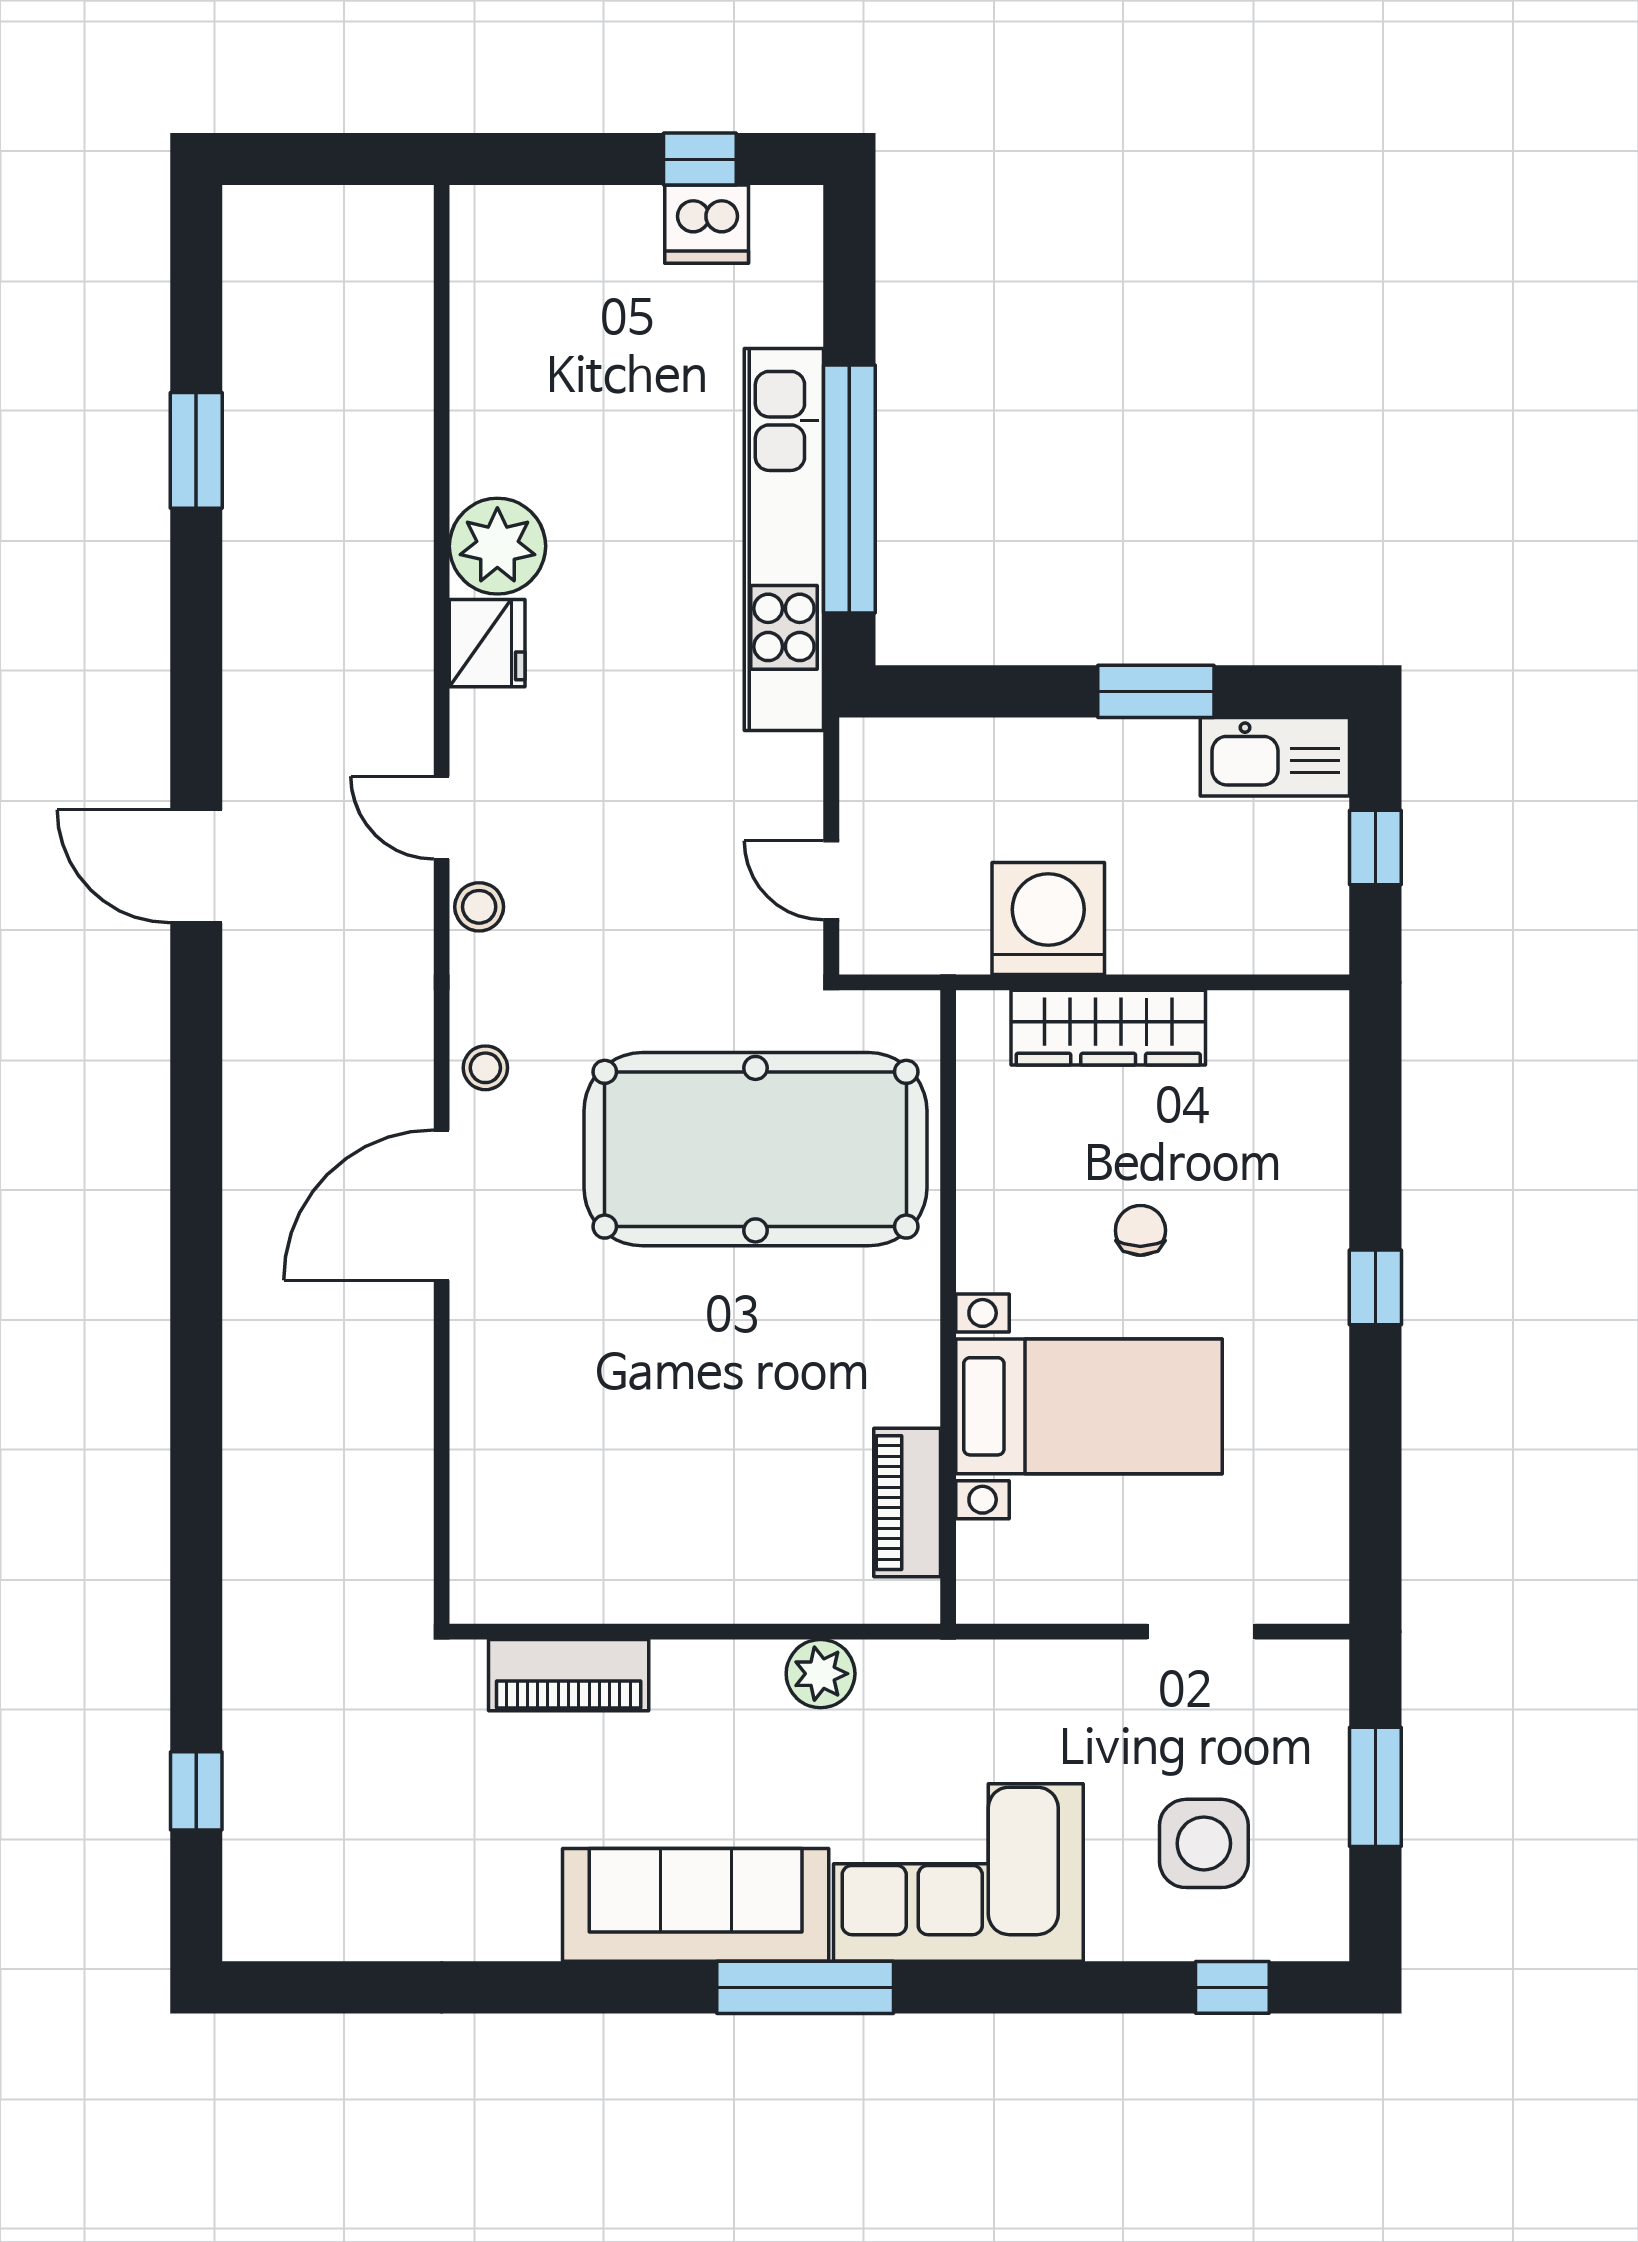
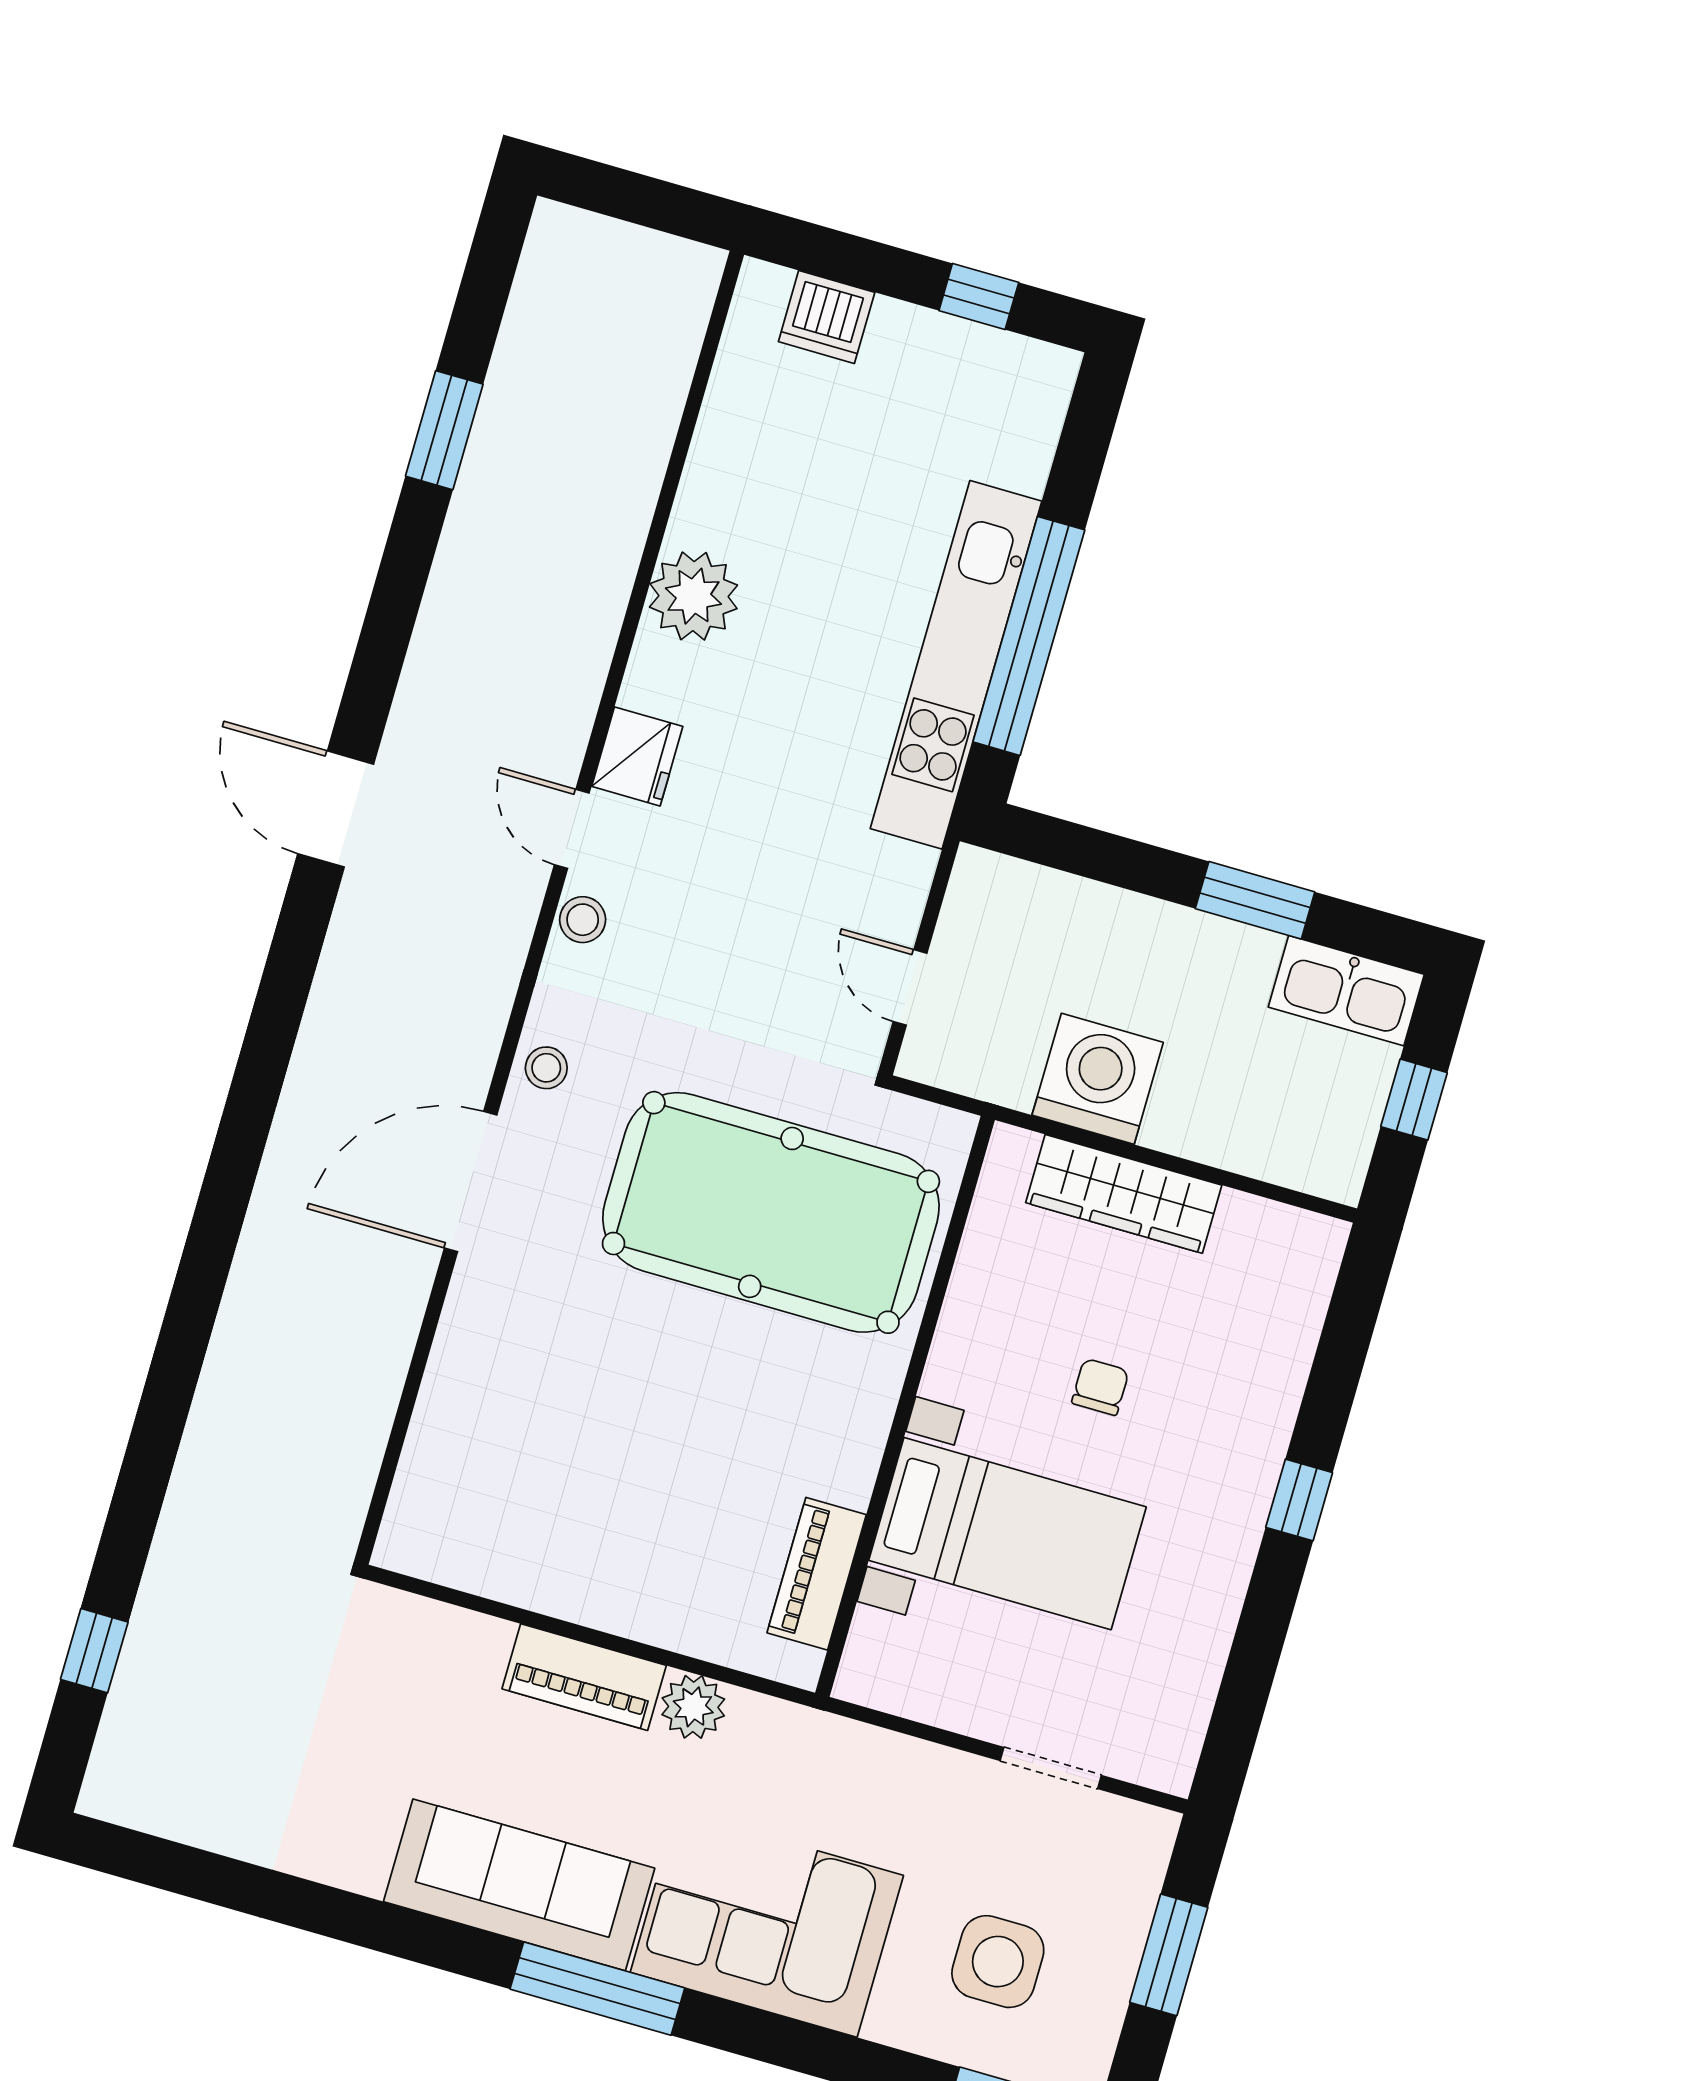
dishwasher: (707, 224) -> (827, 317), moved
fridge: (487, 643) -> (637, 756), moved
piano: (569, 1675) -> (584, 1677), moved

